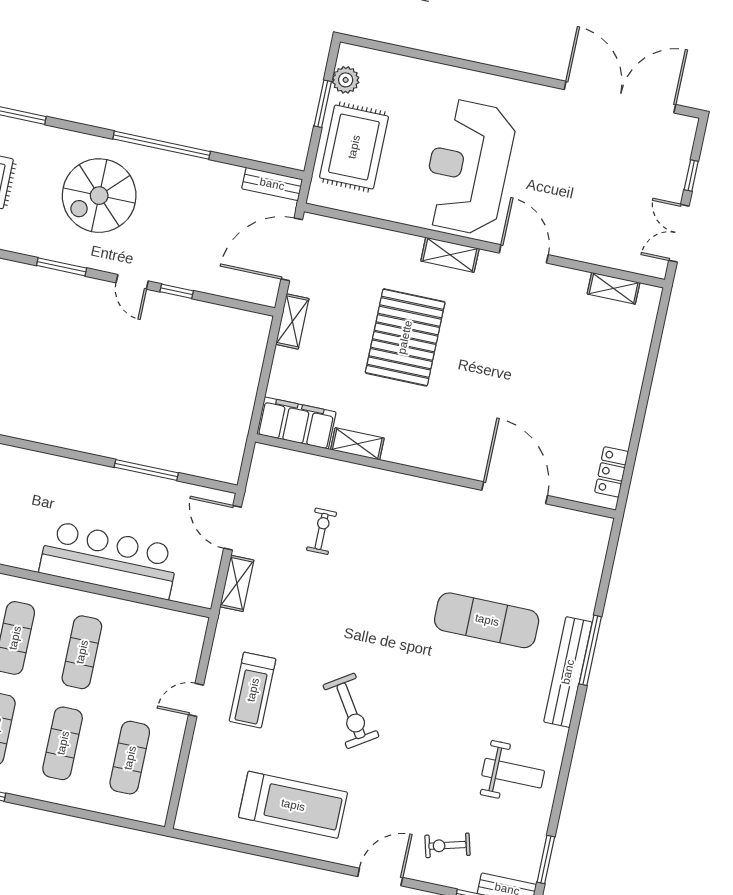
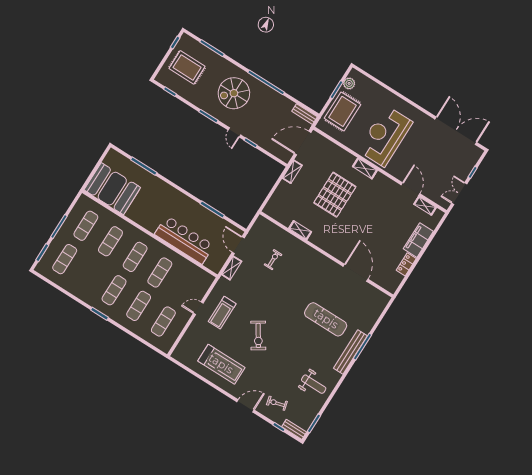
door: (524, 254) -> (411, 189), moved
filing cabinet: (296, 423) -> (418, 240), moved, turned -90
locker: (611, 472) -> (406, 264), moved

